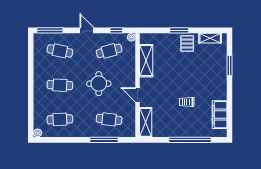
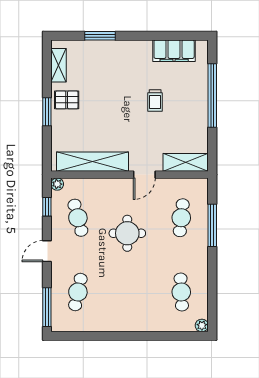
shelving: (146, 61) -> (92, 162), width x1.47
cafe table: (60, 85) -> (130, 292), removed

